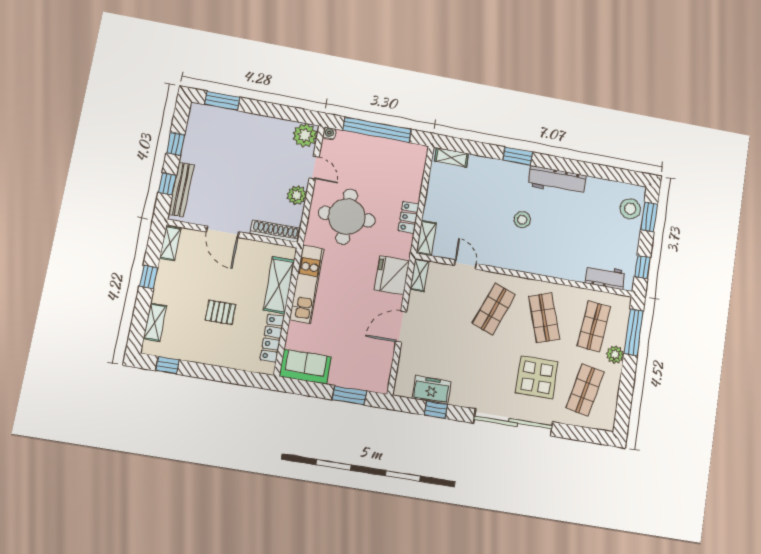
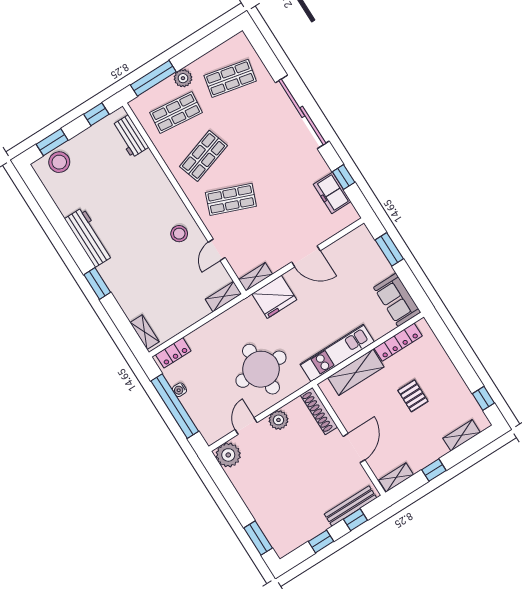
water cooler: (329, 133) -> (179, 390), moved
locker: (409, 217) -> (173, 353), moved
stool: (522, 220) -> (179, 234), moved
display table: (537, 377) -> (253, 123), removed

